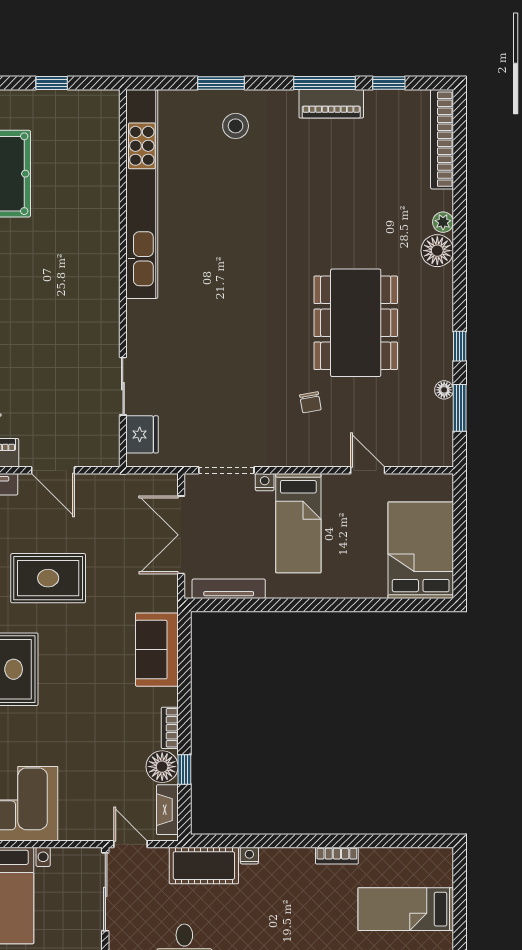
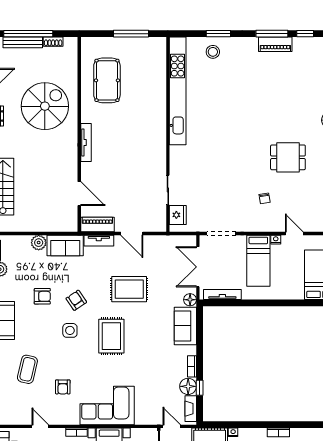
window: (52, 83) -> (131, 34), width x2.17
stool: (236, 126) -> (213, 52), moved
dining table: (356, 323) -> (288, 157), width x0.53, depth x0.80
nightstand: (265, 482) -> (276, 240), moved
floor lamp: (166, 599) -> (190, 300), added

